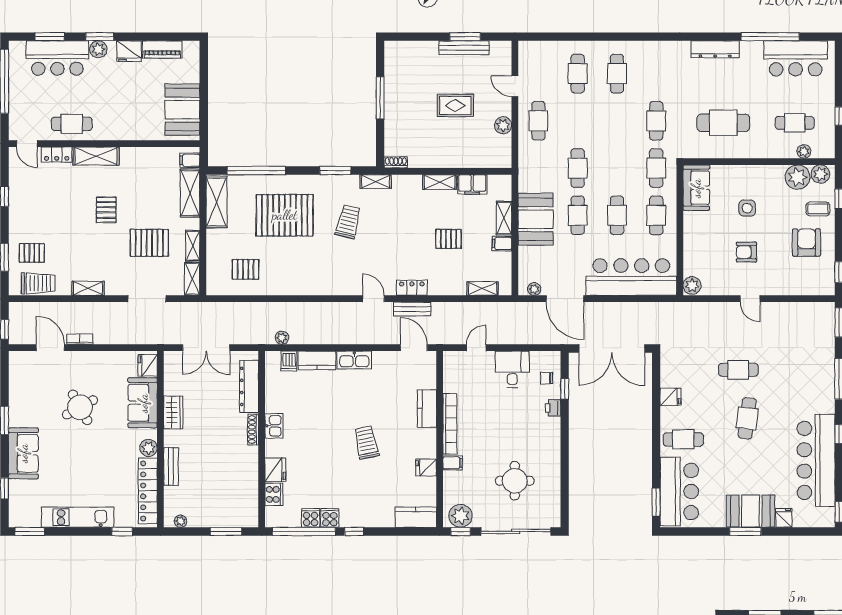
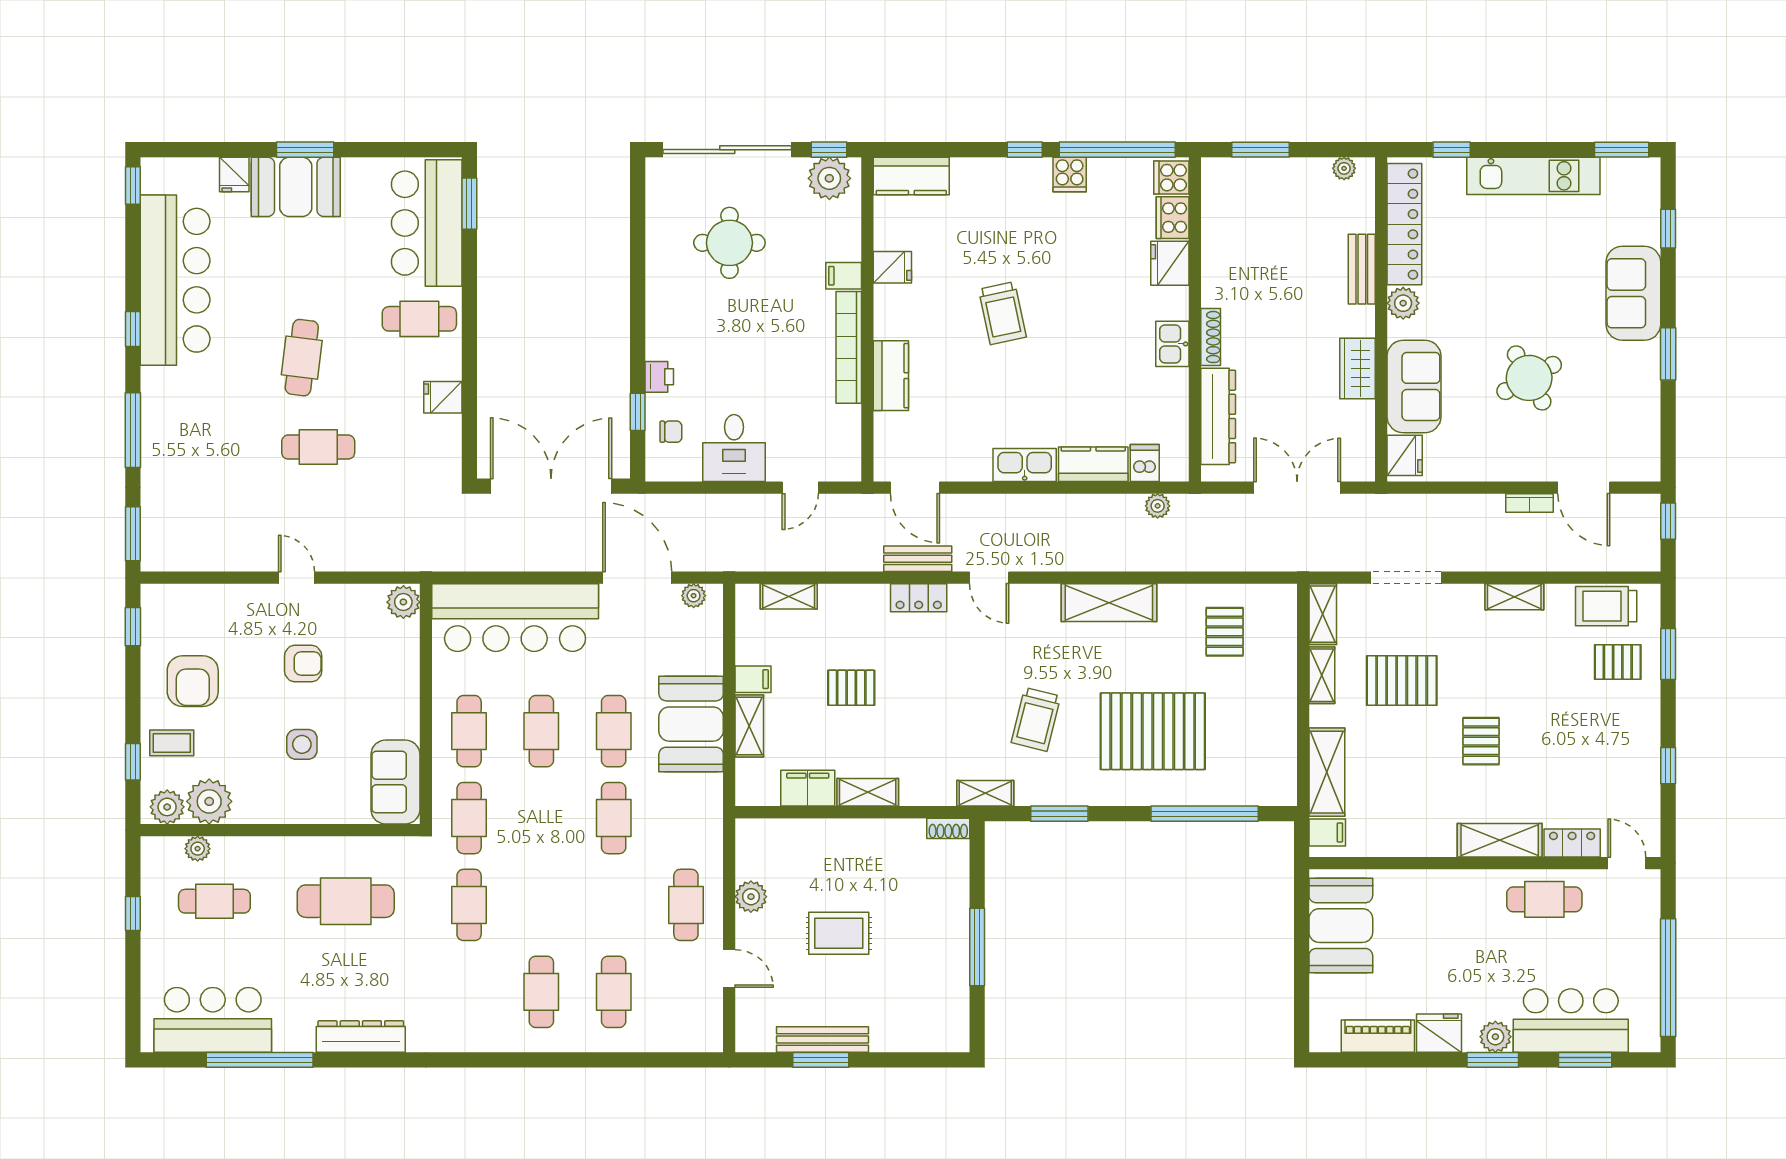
shelving: (217, 202) -> (1109, 603), moved, turned 90
pallet: (246, 269) -> (1225, 632), turned 90
cooker: (311, 518) -> (1171, 178), moved, turned 90

